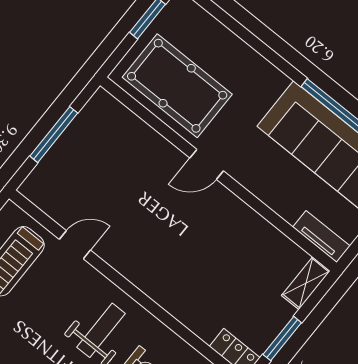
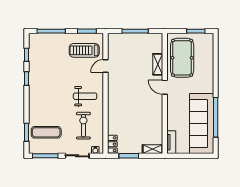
shelving: (152, 142) -> (158, 64), added
door: (75, 245) -> (105, 66), swing flipped

